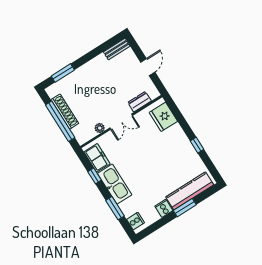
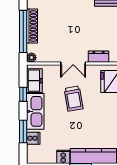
plant: (100, 128) -> (31, 58), moved
trolley: (141, 152) -> (74, 99), added
cooker: (135, 221) -> (33, 138), moved

